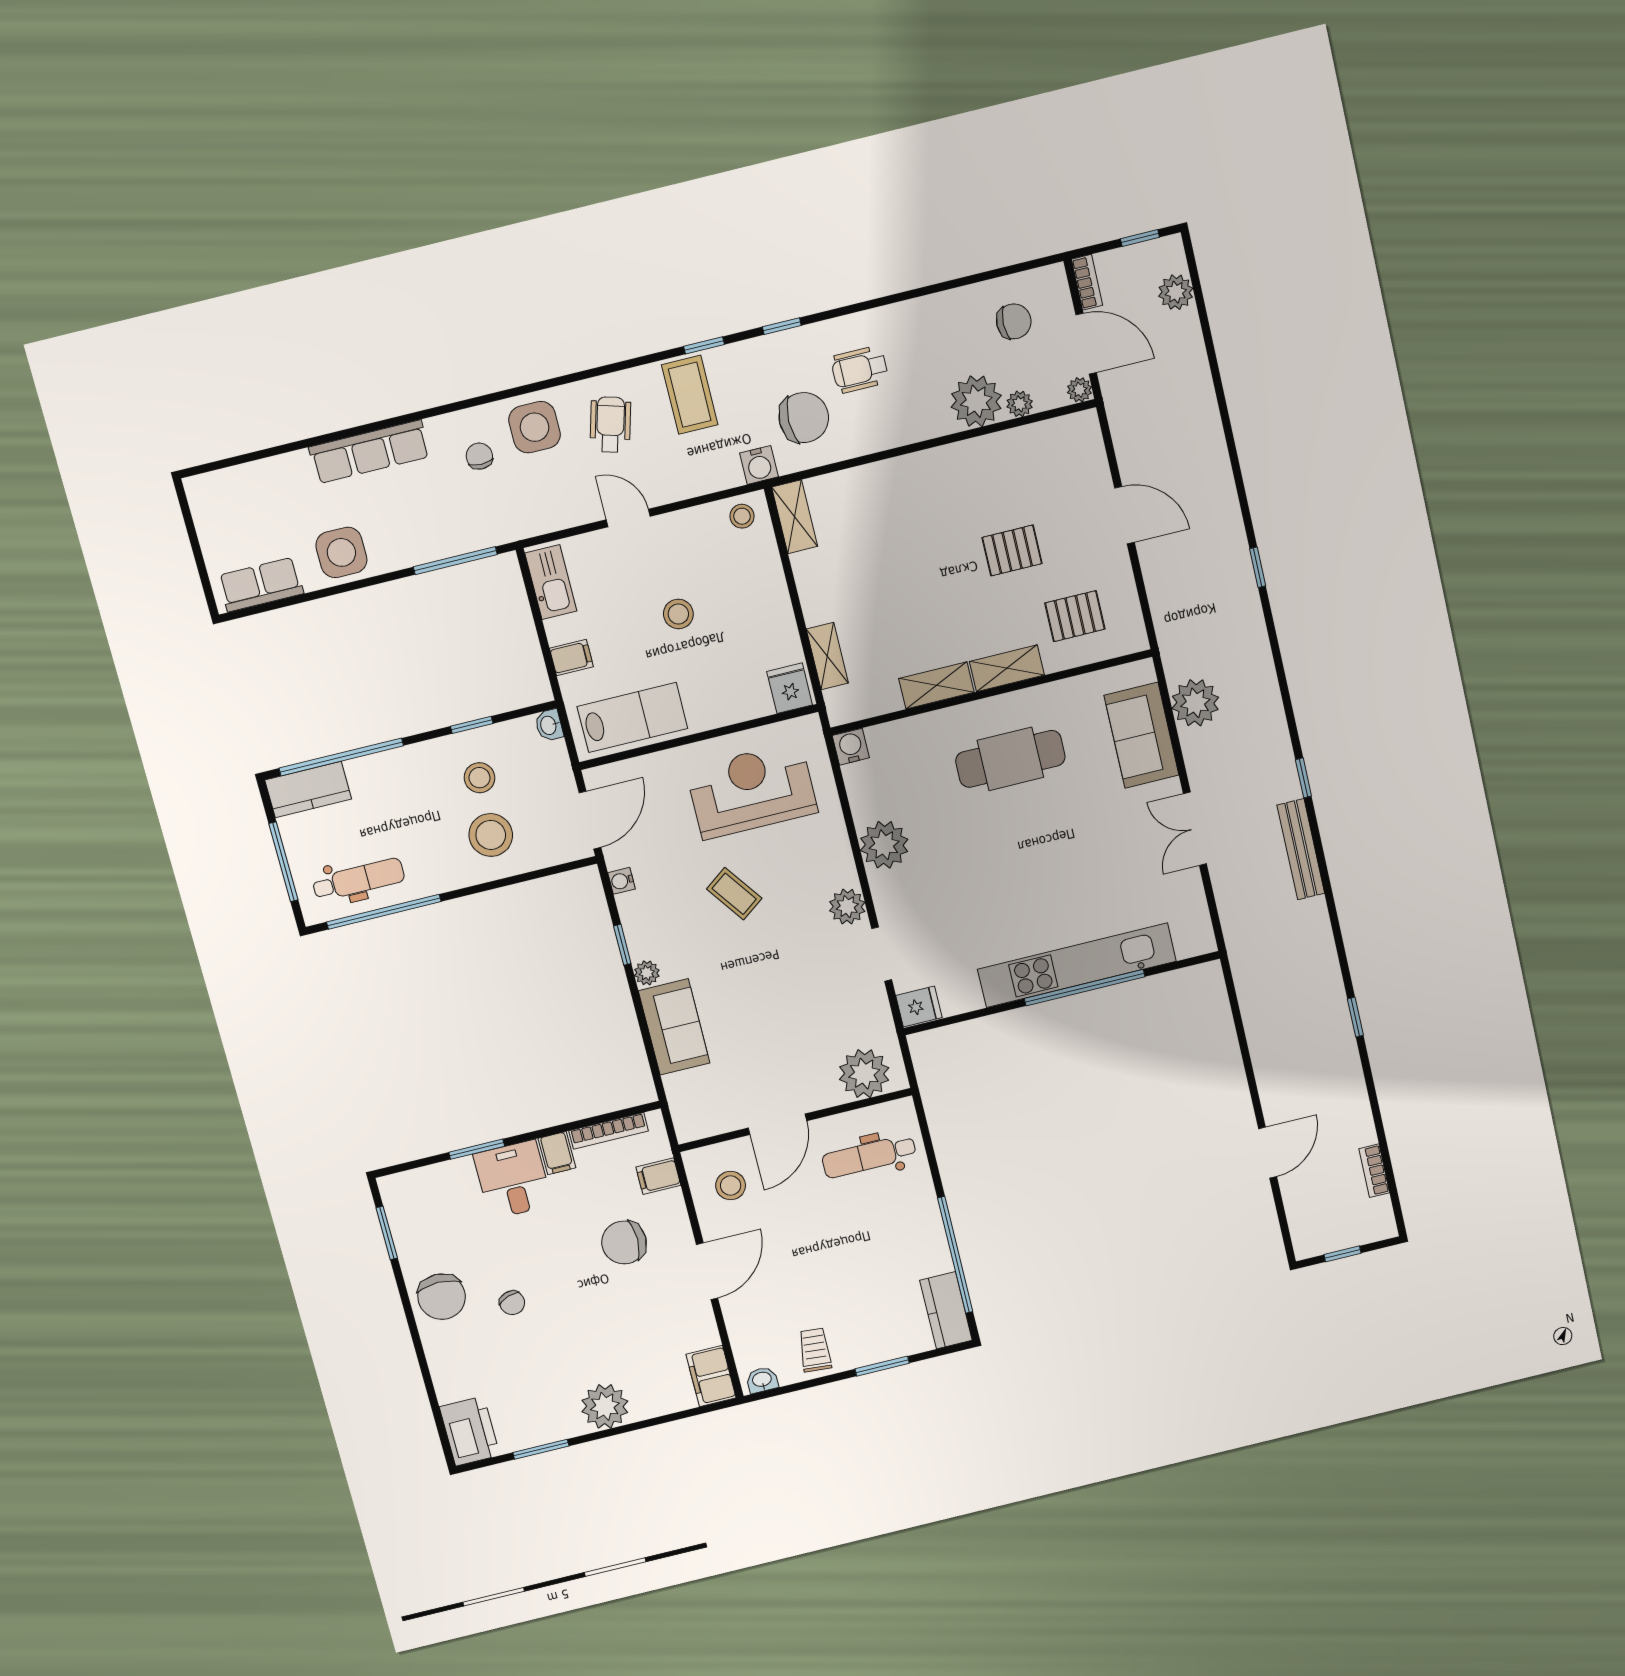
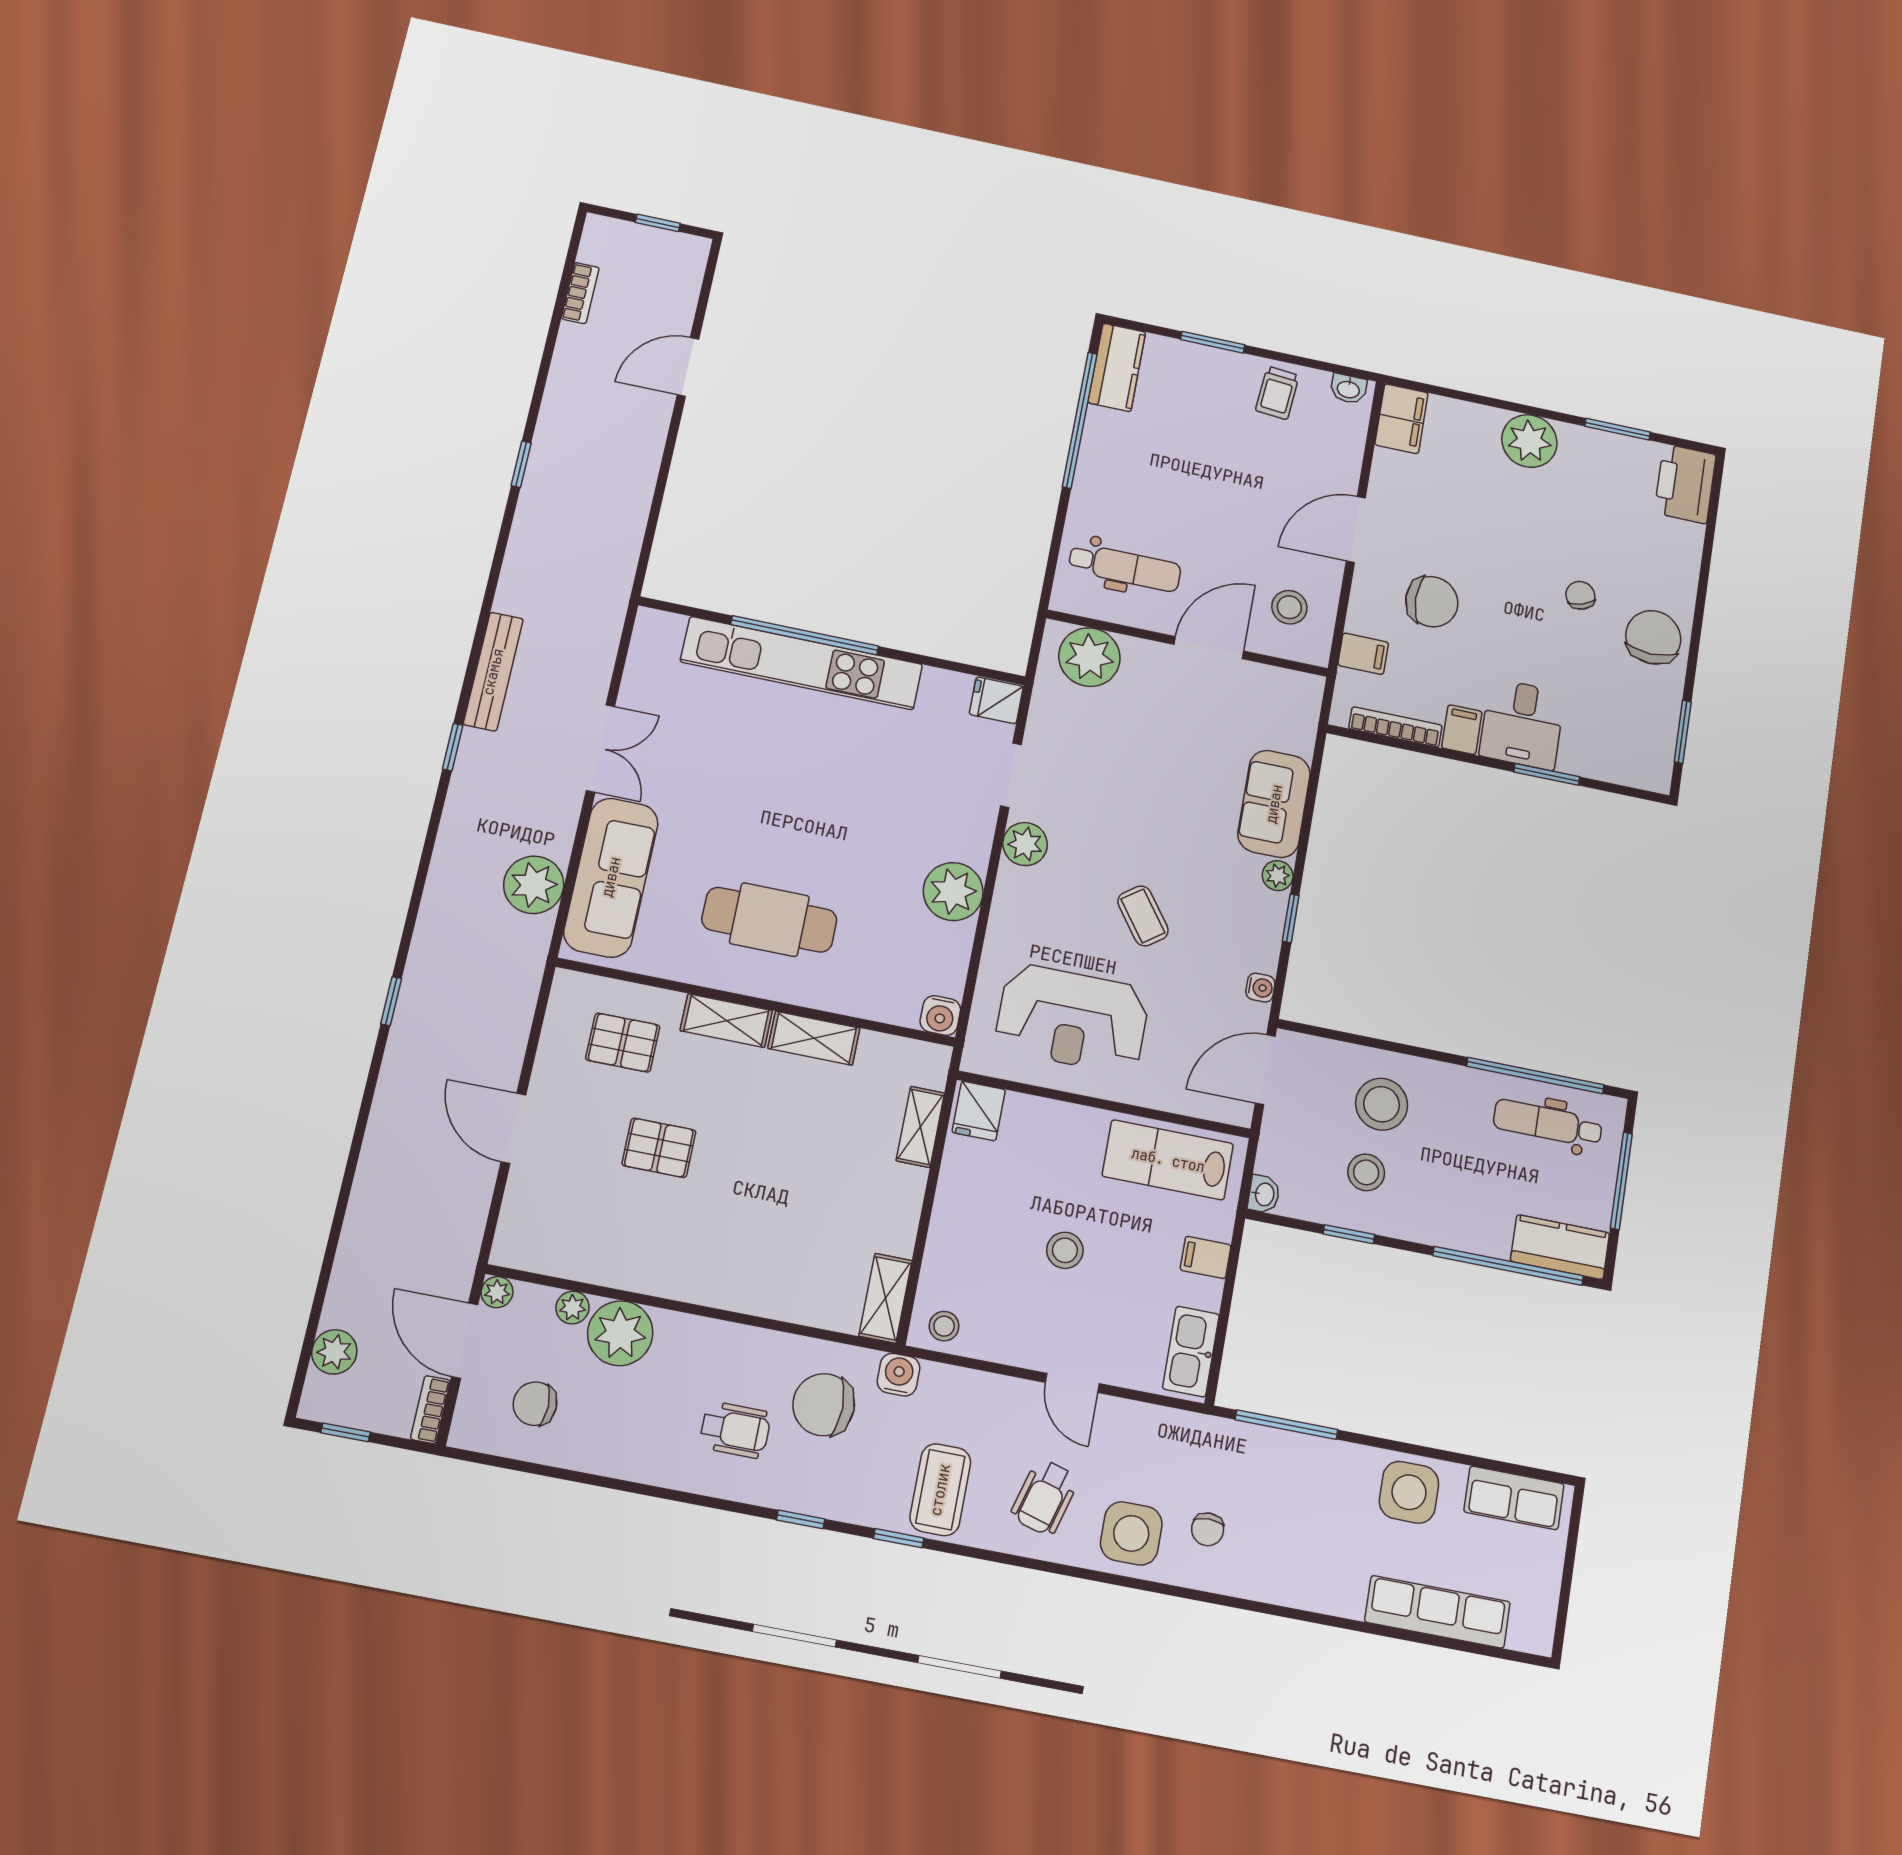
row of seats: (370, 452) -> (1437, 1612), moved
sofa: (1141, 735) -> (611, 877), width x1.36

